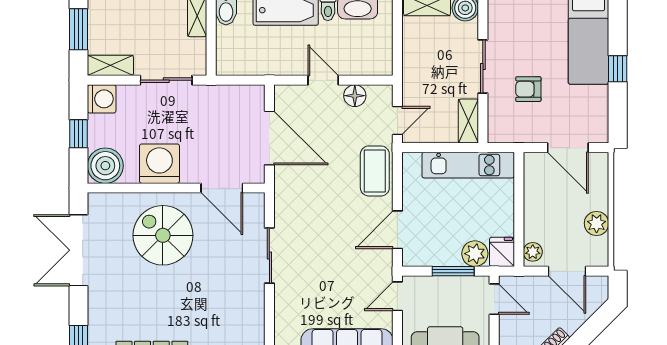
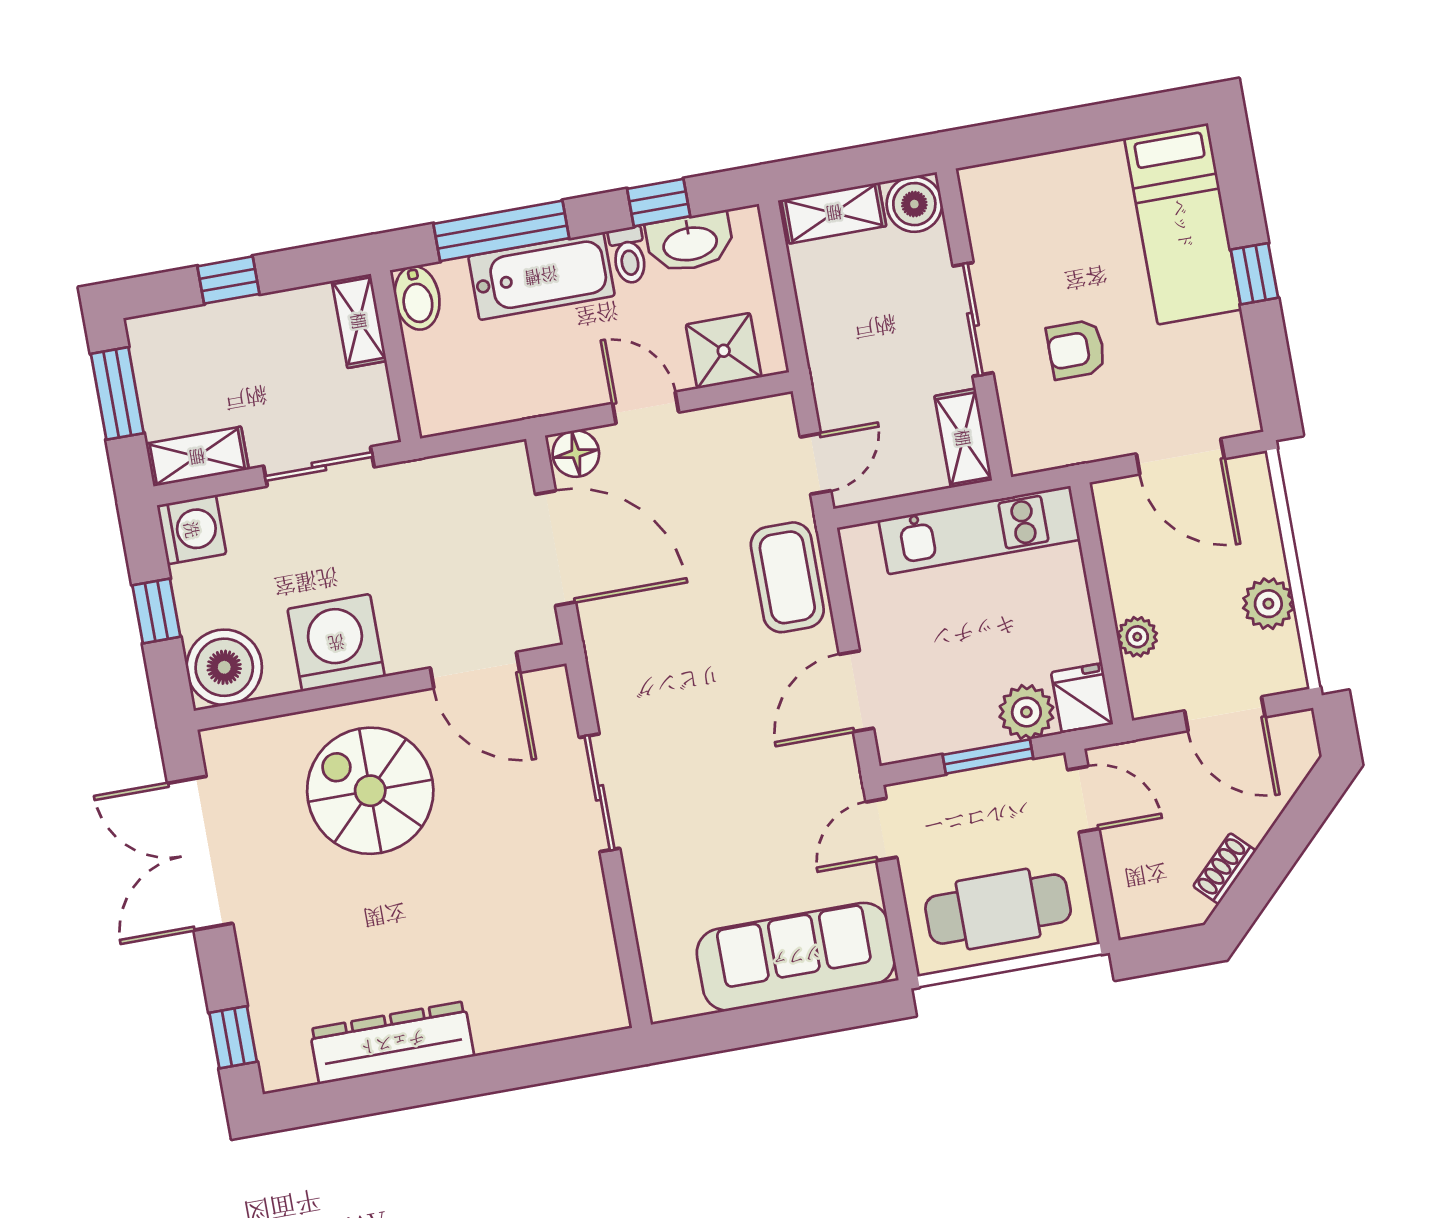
shower: (364, 60) -> (724, 351), added
floor lamp: (355, 96) -> (576, 454), moved
plant: (533, 252) -> (1137, 637), moved

